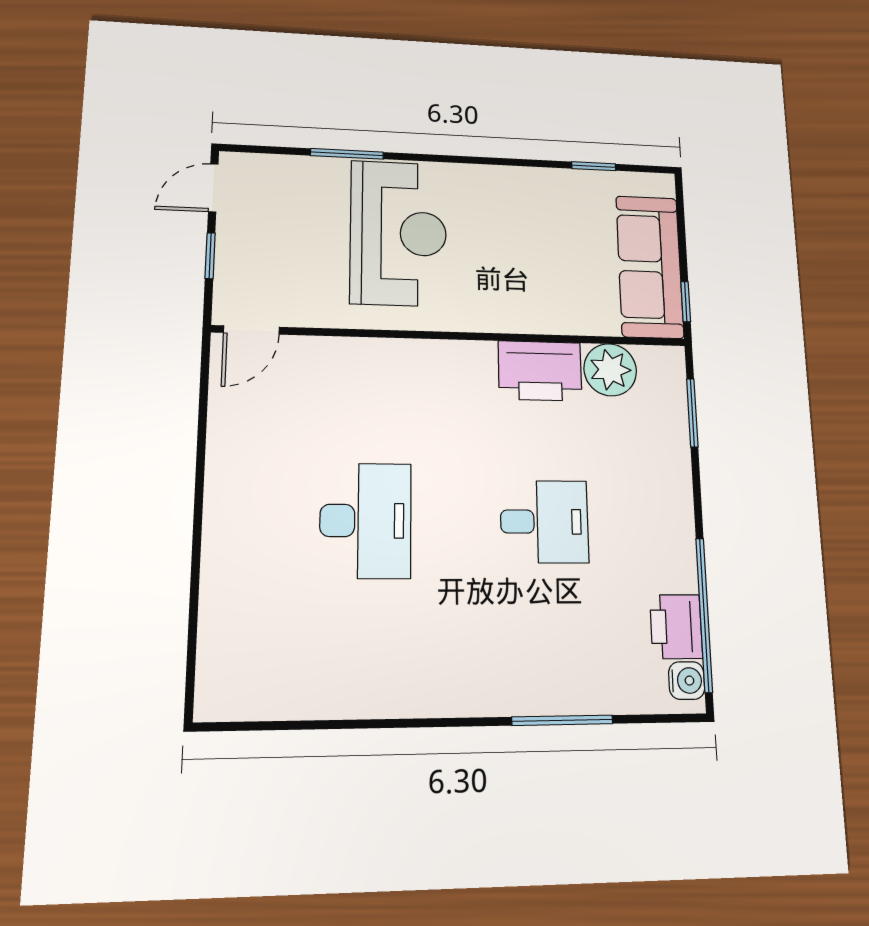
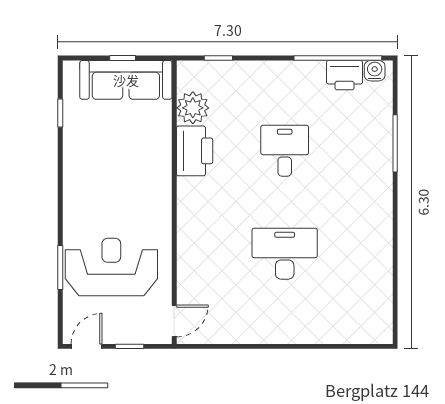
door: (213, 188) -> (87, 346), swing flipped
reception desk: (398, 233) -> (111, 267), moved
window: (686, 302) -> (123, 58), moved
door: (252, 330) -> (174, 321), hinge flipped
window: (692, 413) -> (218, 58), width x0.67

